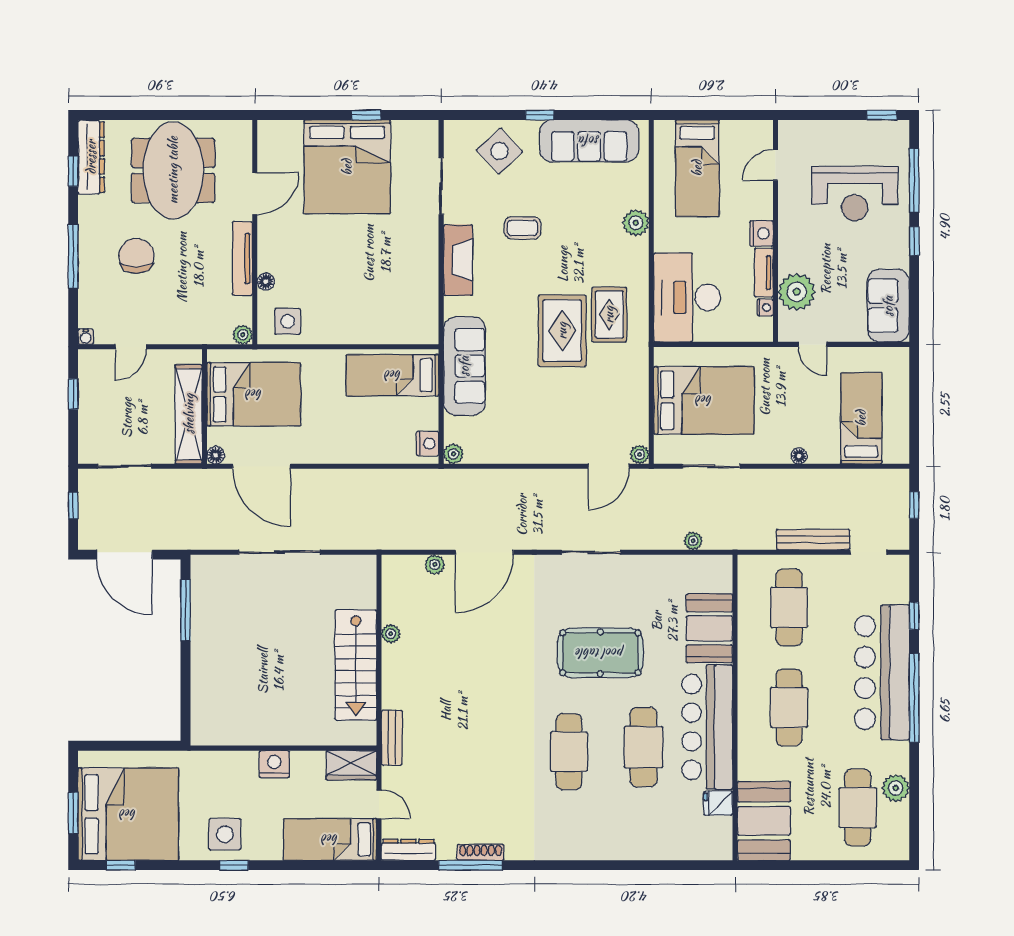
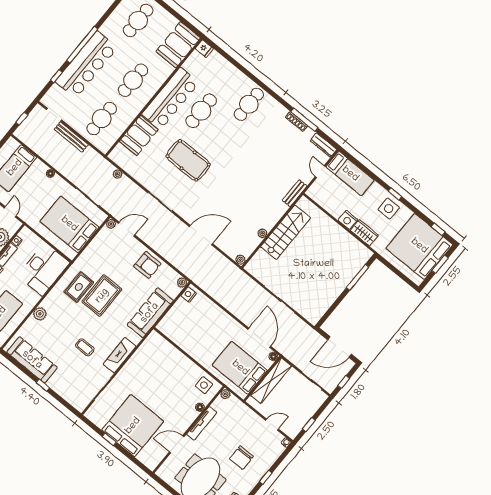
side table: (500, 151) -> (69, 384), removed
window: (73, 256) -> (266, 477), width x0.46
bed: (393, 375) -> (181, 332), removed
armchair: (530, 437) -> (147, 265), added
door: (124, 555) -> (340, 347), swing flipped
plant: (435, 564) -> (240, 260), moved
window: (185, 610) -> (358, 277), moved
cafe table: (569, 752) -> (249, 104), moved
wardrobe: (351, 765) -> (364, 233), moved
plant: (896, 788) -> (117, 16), removed
fridge: (718, 803) -> (204, 49), moved

